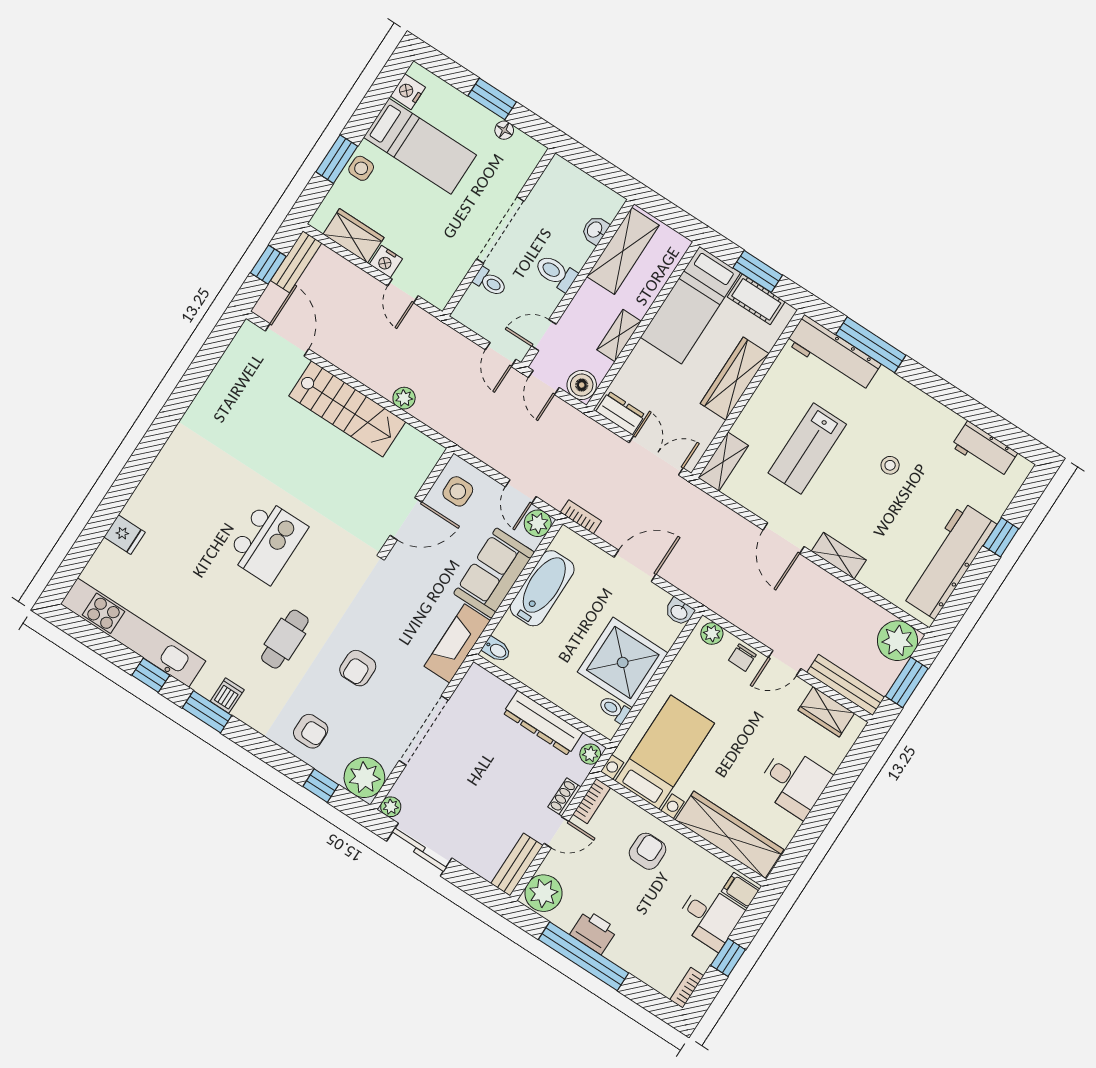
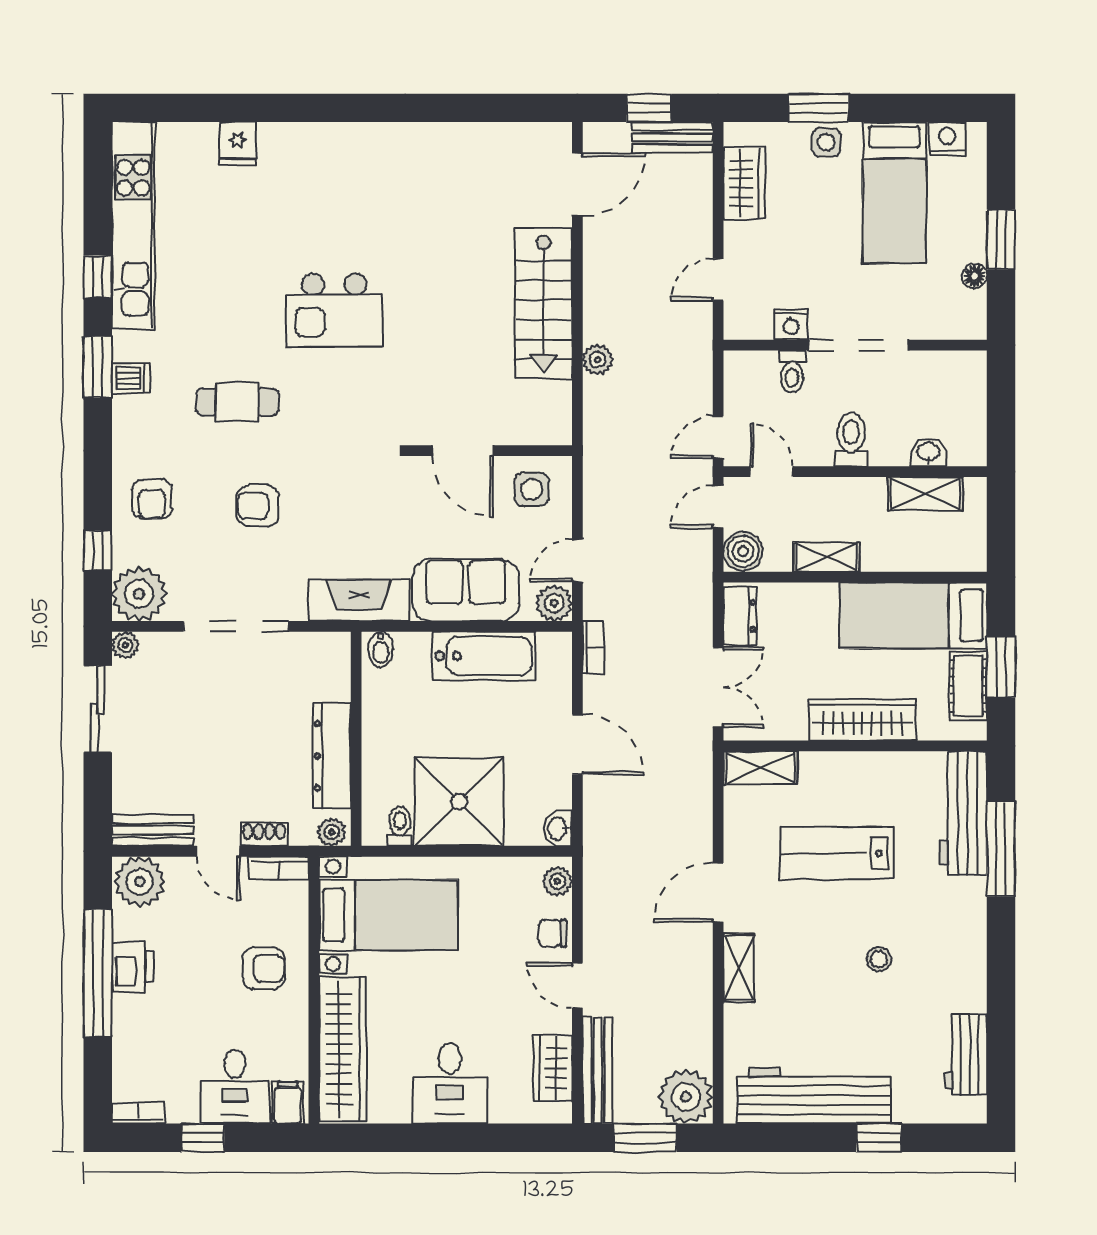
shelving: (623, 251) -> (925, 494), width x0.67, depth x0.75
nightstand: (386, 262) -> (791, 324), moved, turned -90

